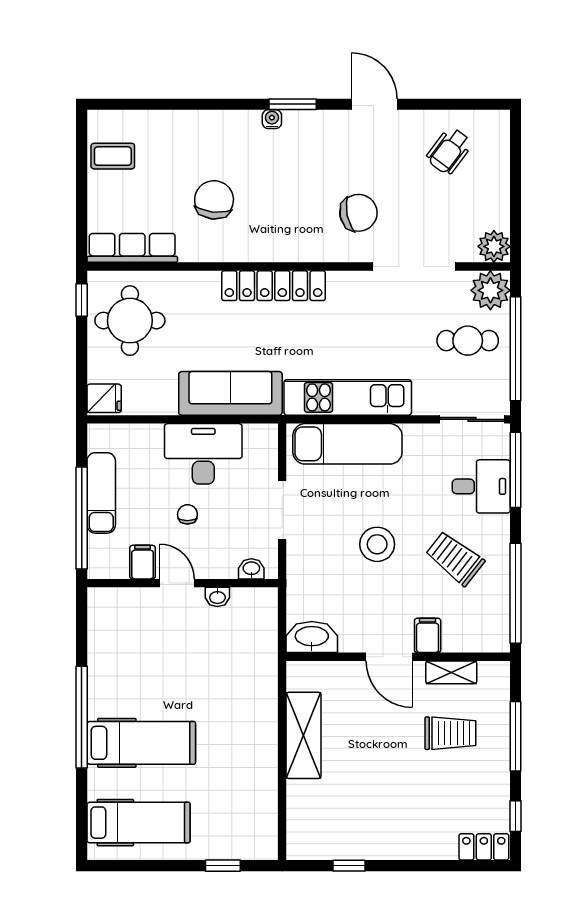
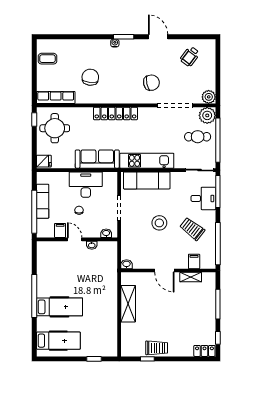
filing cabinet: (428, 635) -> (194, 261), moved
washbasin: (312, 637) -> (127, 264), width x0.52, depth x0.69
trolley: (450, 733) -> (157, 348), moved

